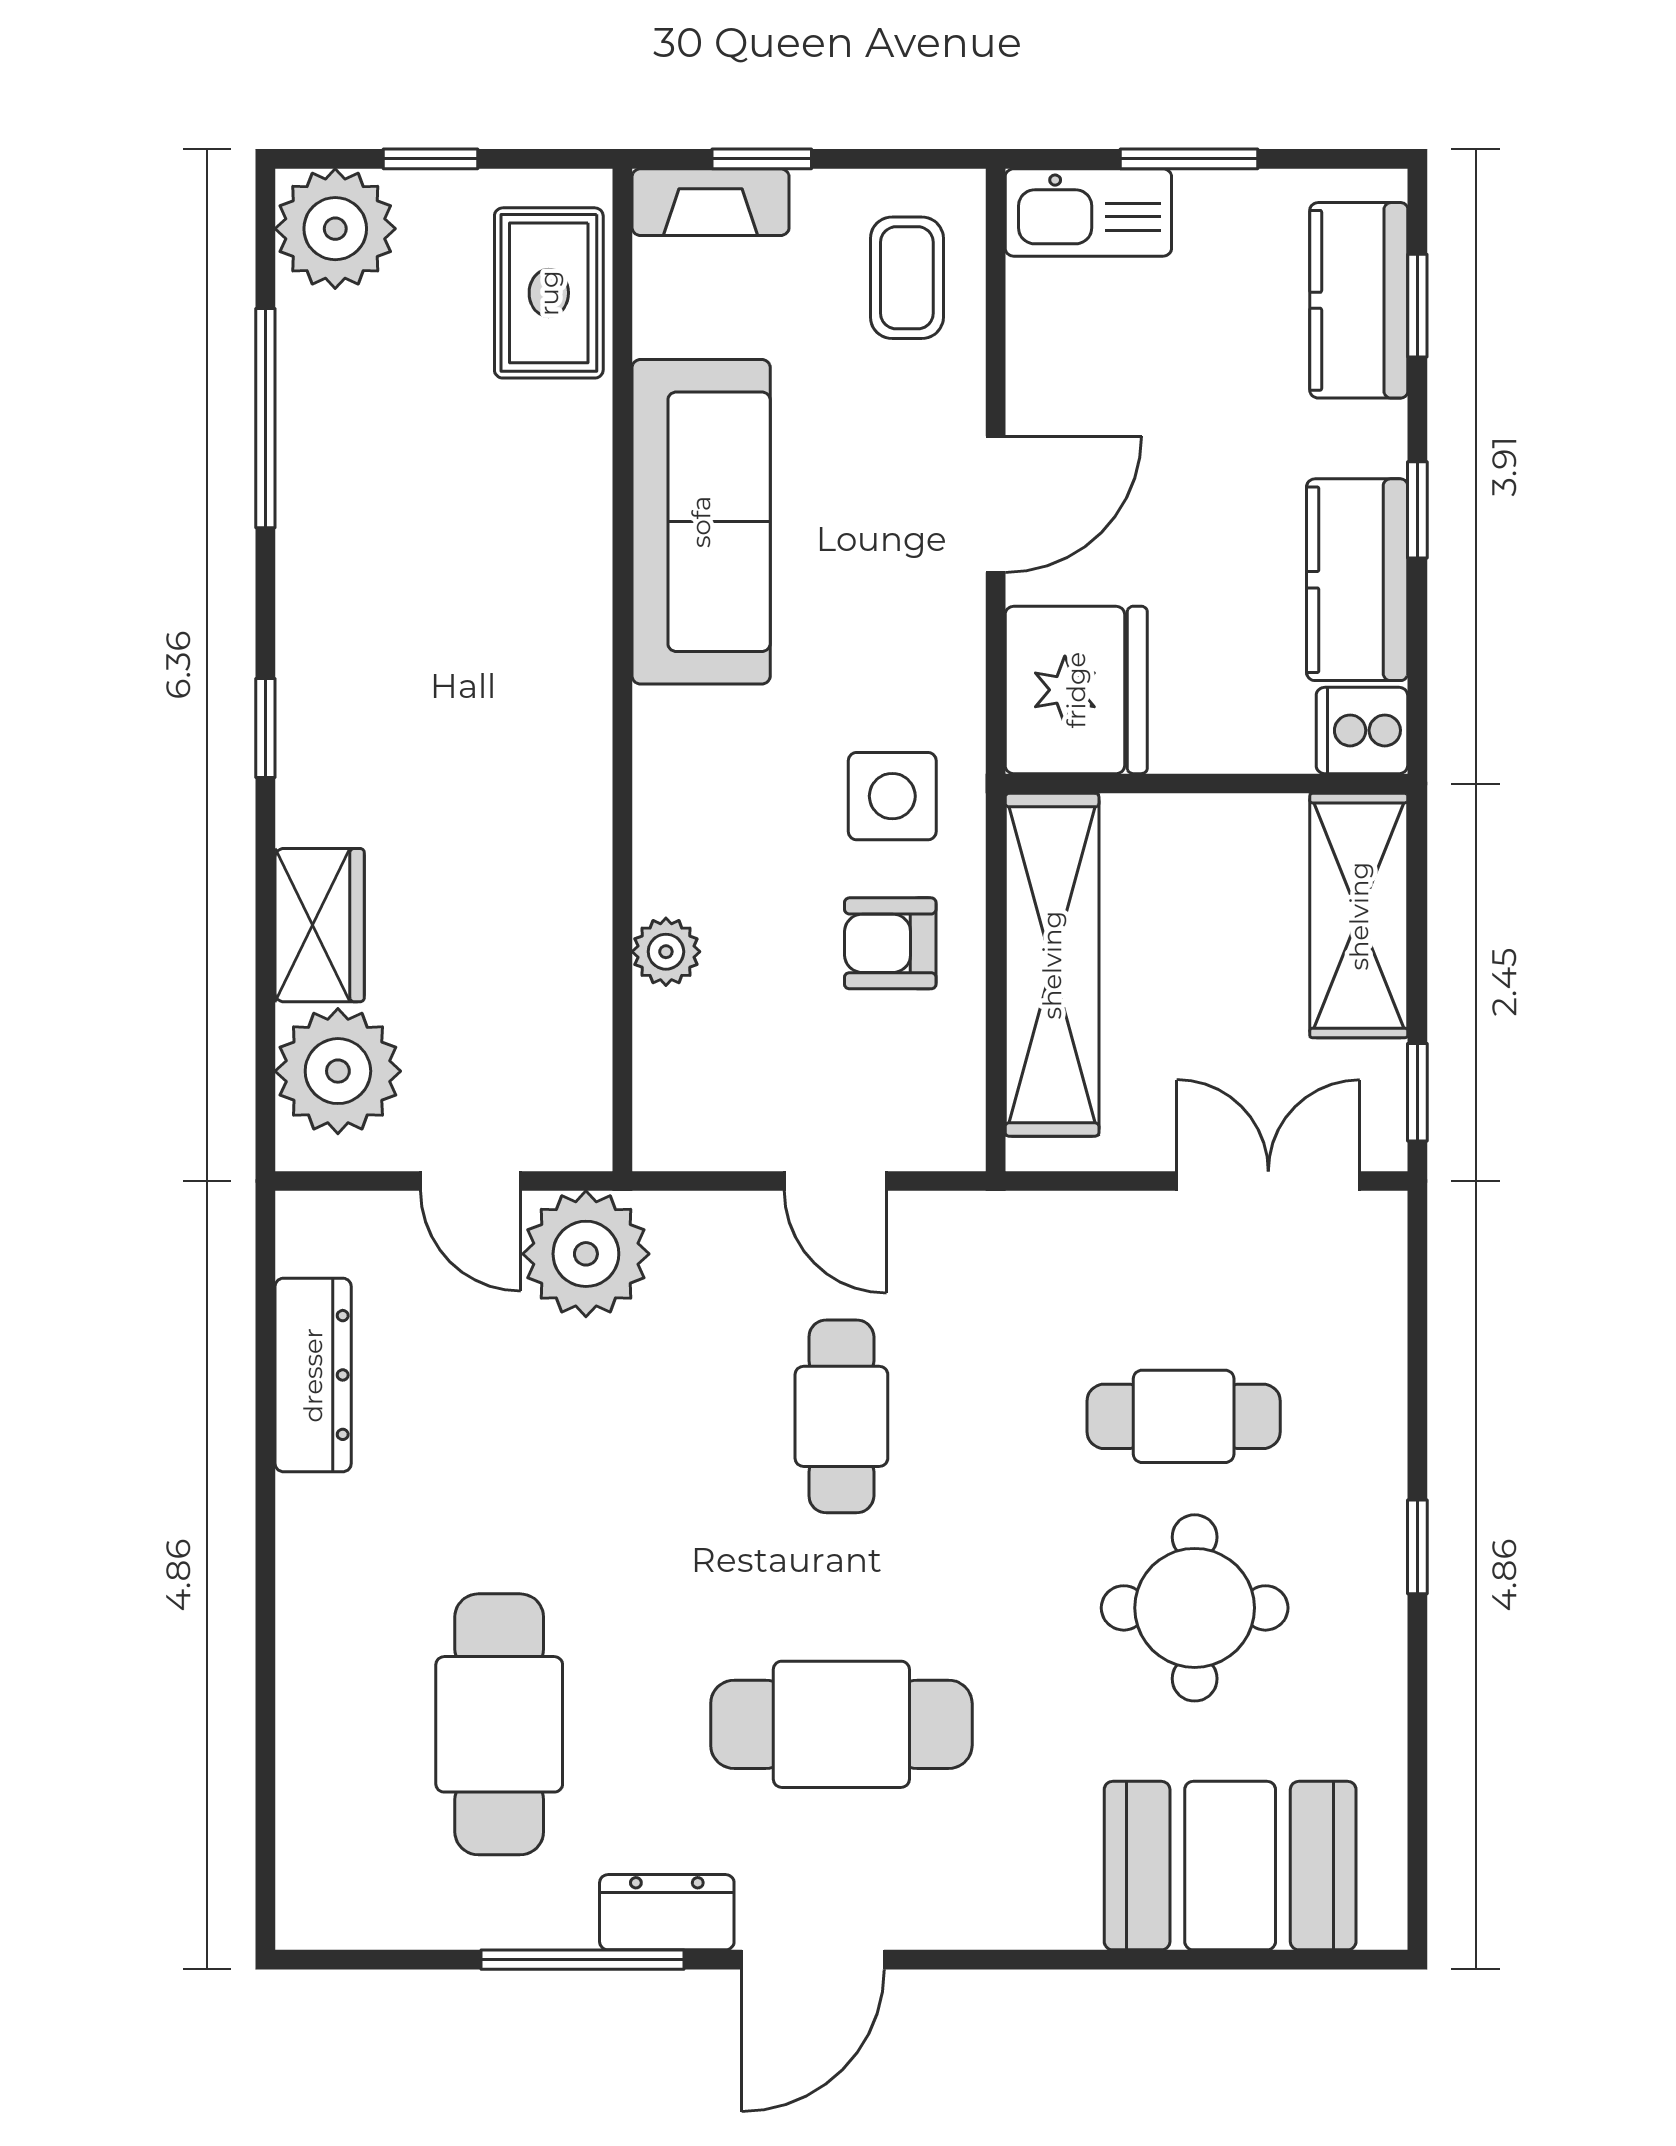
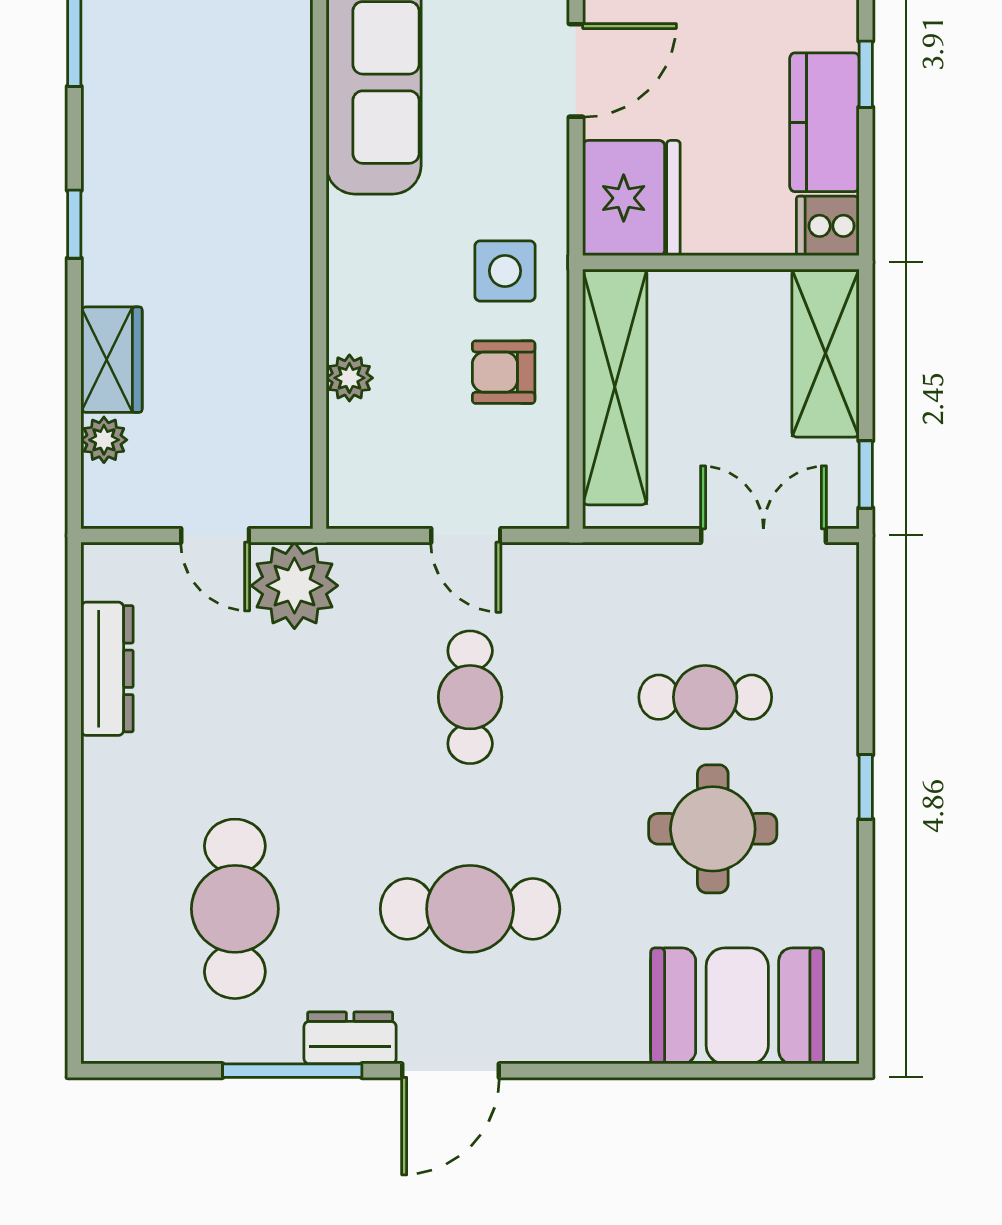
plant: (338, 1071) -> (104, 440), width x0.53, depth x0.53

